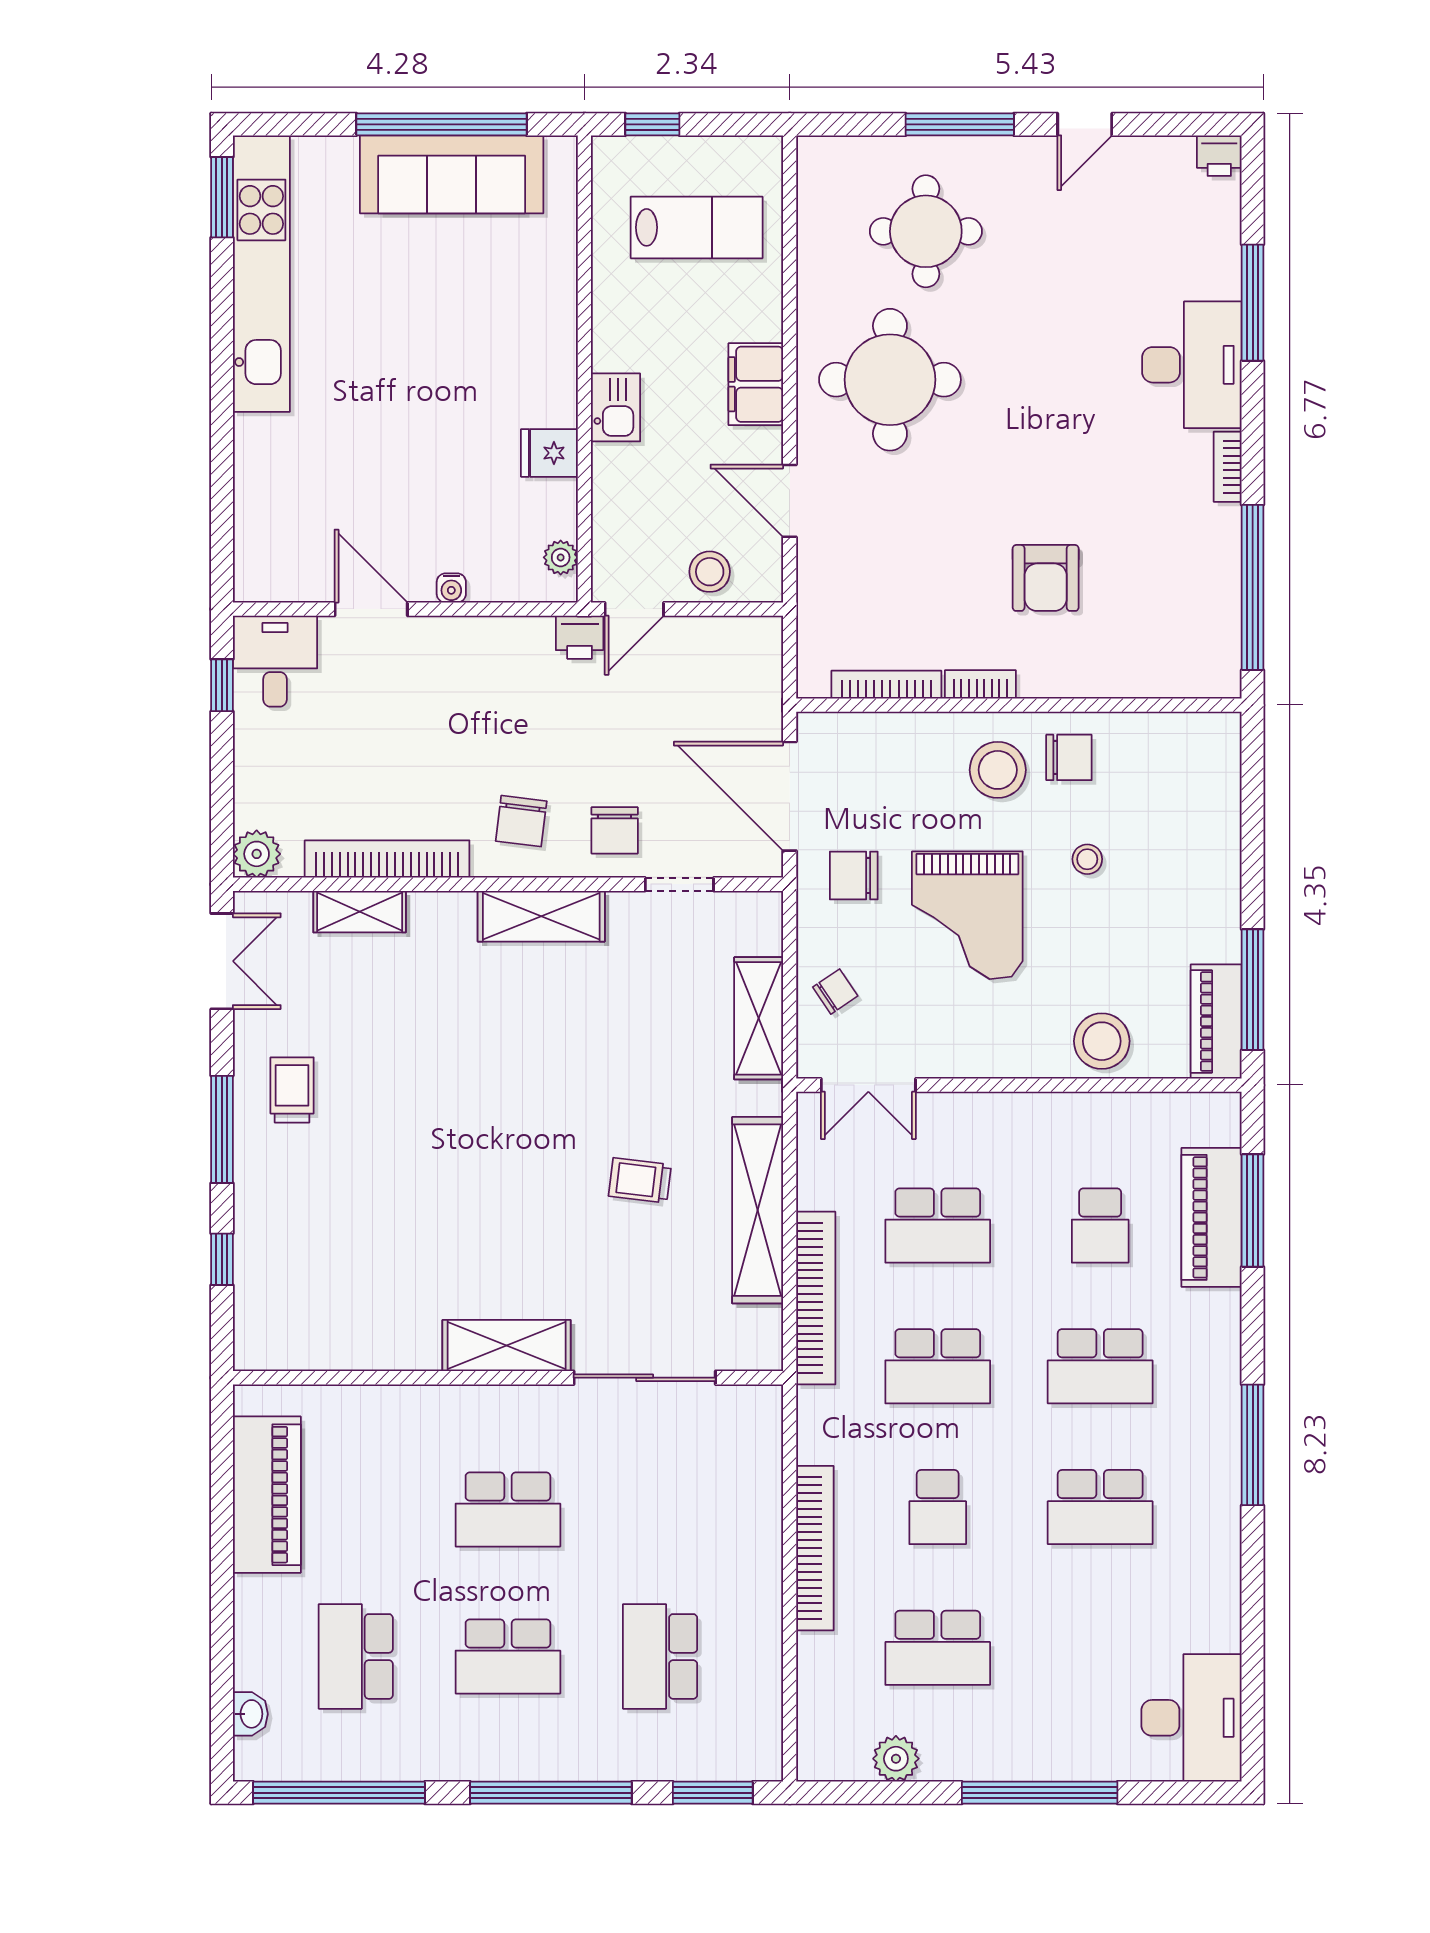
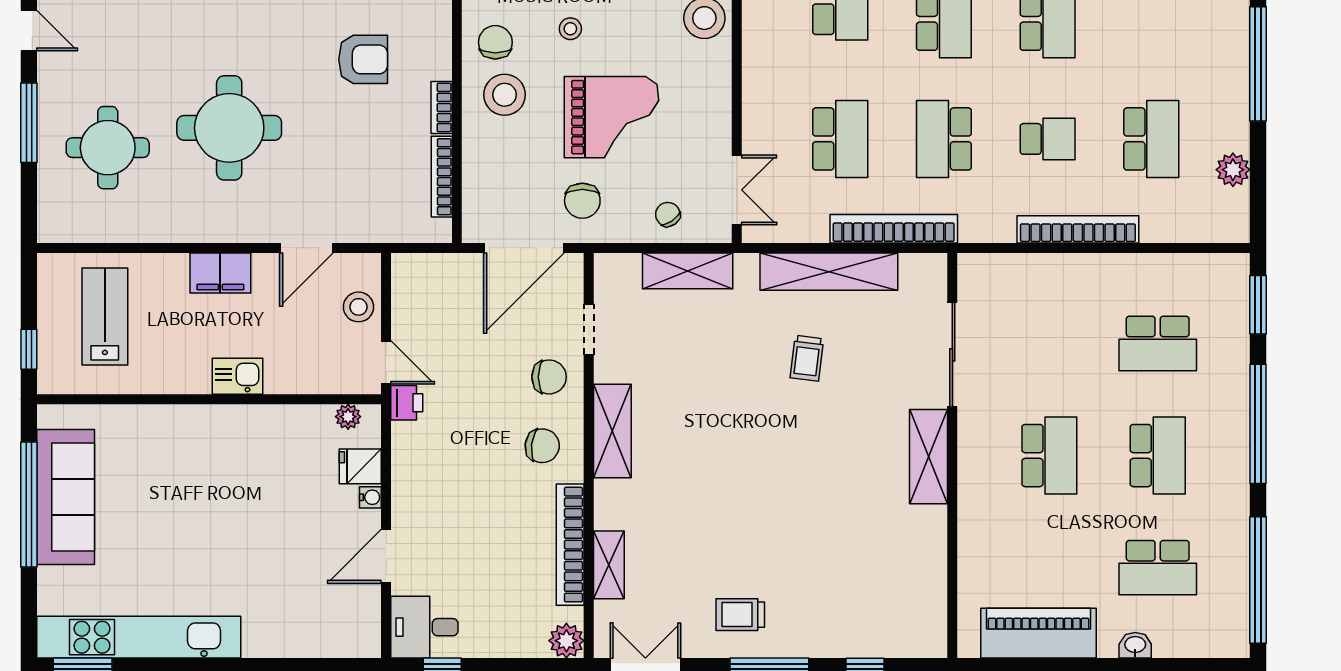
round table: (890, 380) -> (229, 128), moved
fridge: (549, 453) -> (360, 466), moved, turned 90
school desk: (938, 1366) -> (944, 139), turned 180
washbasin: (250, 1714) -> (1135, 645), moved

